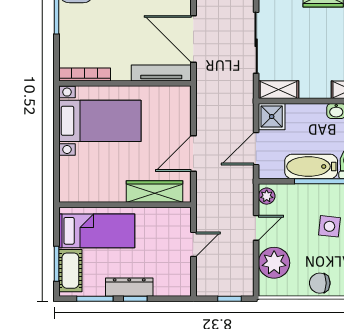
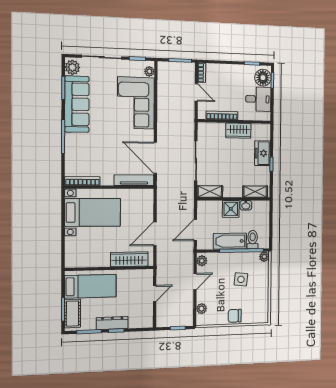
shower: (272, 117) -> (231, 209), moved
plant: (274, 263) -> (202, 309), width x0.53, depth x0.53

